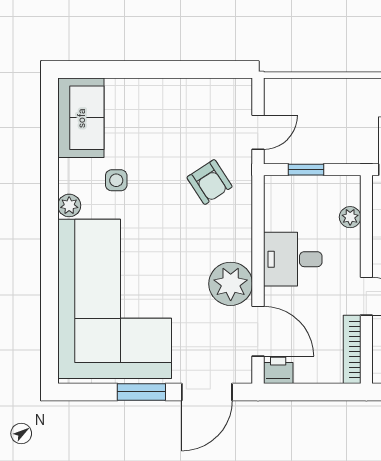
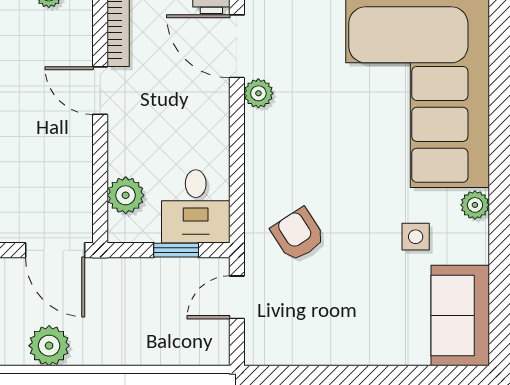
plant: (350, 217) -> (126, 195), width x1.38, depth x1.38
desk: (293, 259) -> (196, 206), moved, turned 90
plant: (231, 284) -> (258, 93), width x0.53, depth x0.53

